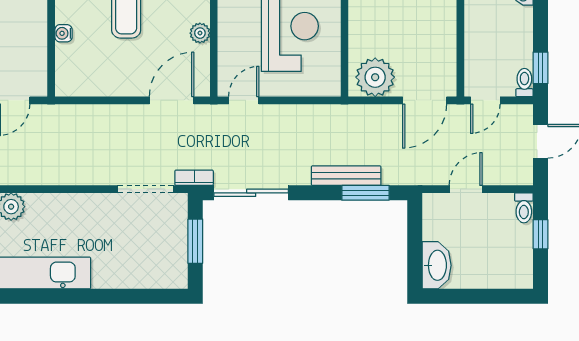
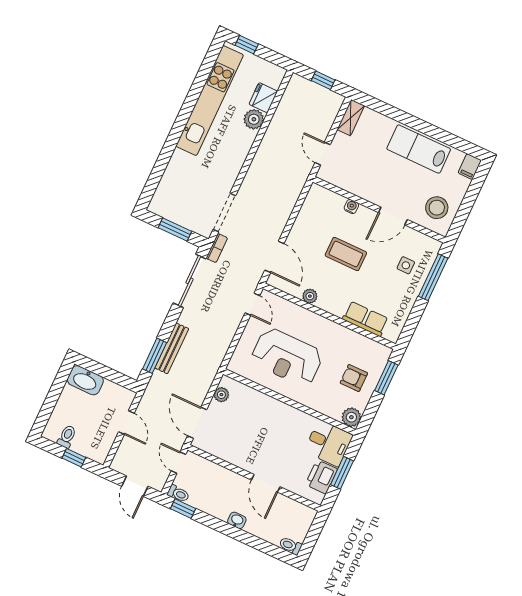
plant: (375, 77) -> (221, 395), width x0.53, depth x0.53
toilet: (524, 208) -> (67, 437), moved, turned 90

